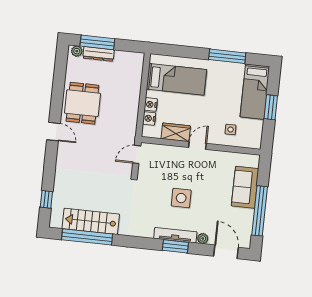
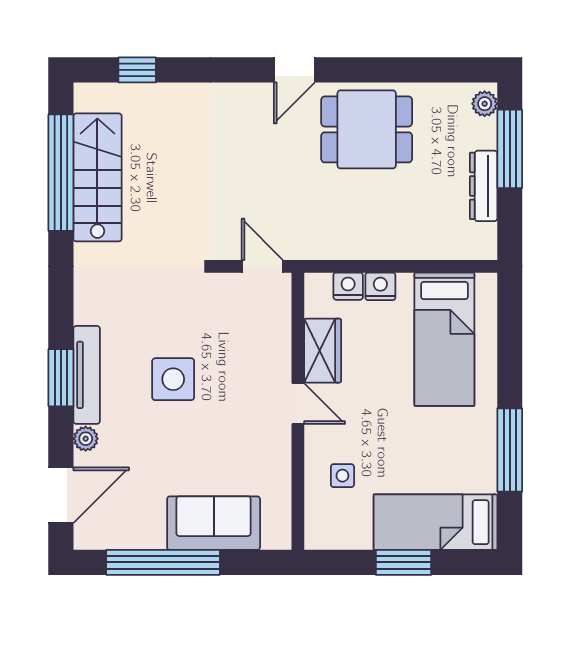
dresser: (98, 54) -> (484, 186), moved

